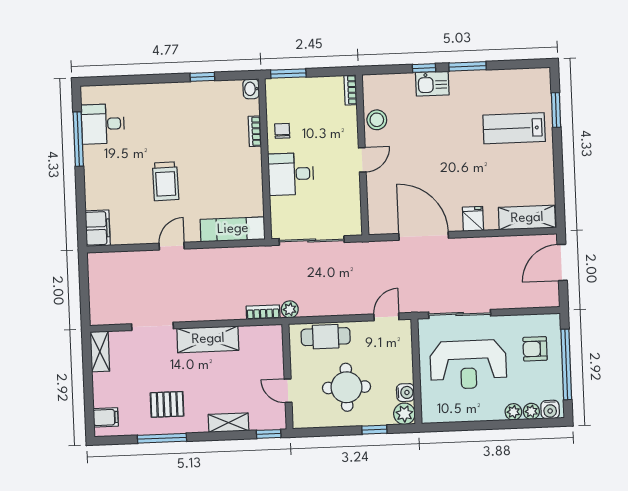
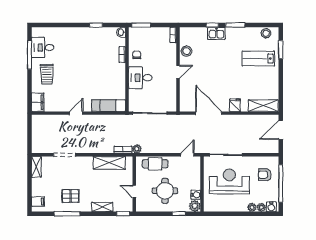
stool: (527, 80) -> (266, 33), added
trolley: (166, 181) -> (47, 74), moved
shelving: (208, 339) -> (109, 163), moved
reception desk: (468, 364) -> (229, 181), turned 180

